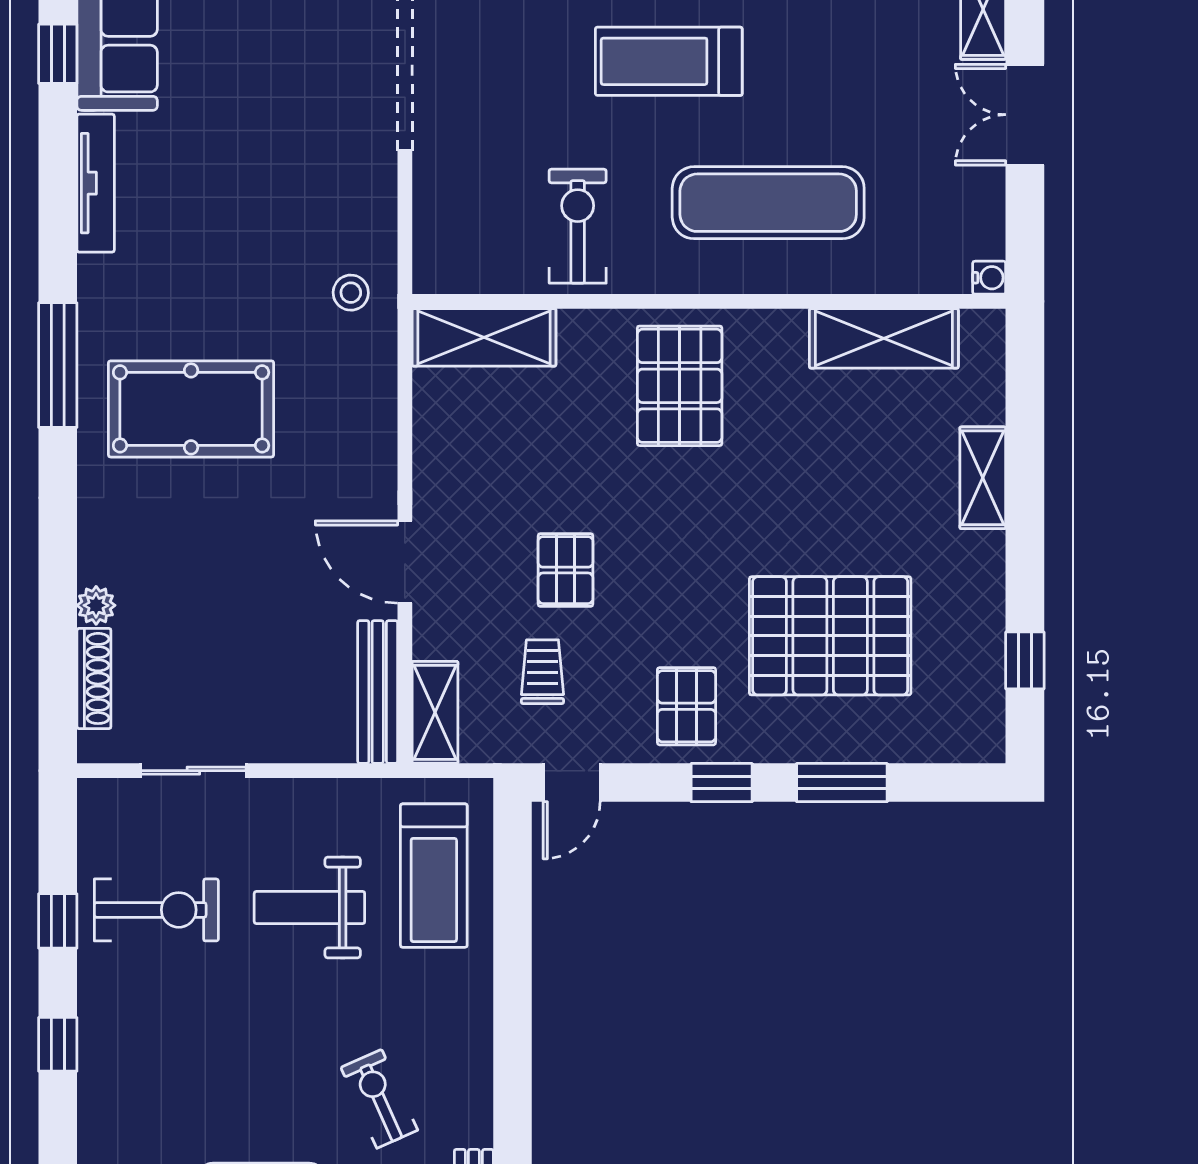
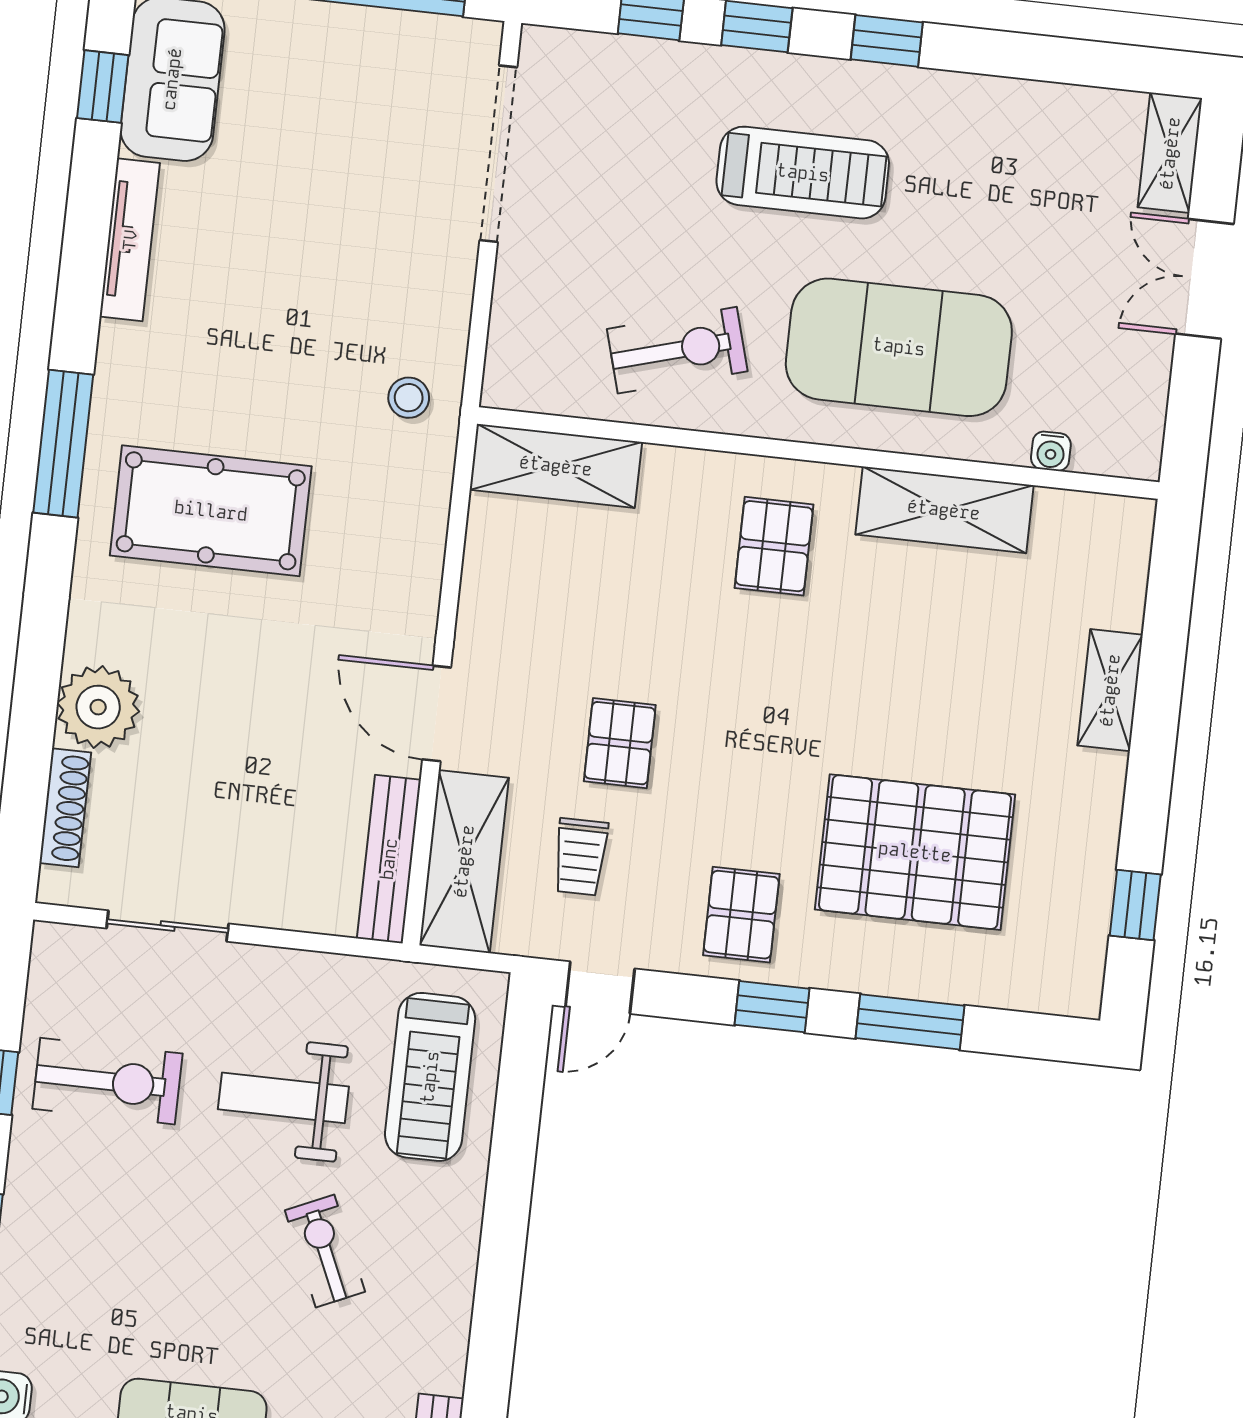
treadmill: (669, 61) -> (803, 173), turned 180
exercise mat: (768, 203) -> (899, 347), width x1.47
exercise bike: (578, 226) -> (677, 350), turned 74
water cooler: (989, 278) -> (1051, 451), moved, turned 90
shelving: (884, 338) -> (944, 510), moved
pallet: (680, 386) -> (774, 546), width x0.67, depth x0.71
plant: (96, 605) -> (98, 707), width x1.88, depth x1.88
trolley: (542, 672) -> (580, 857), turned 180
shelving: (435, 712) -> (464, 861), width x1.50, depth x1.33
exercise bike: (379, 1099) -> (325, 1251), moved

